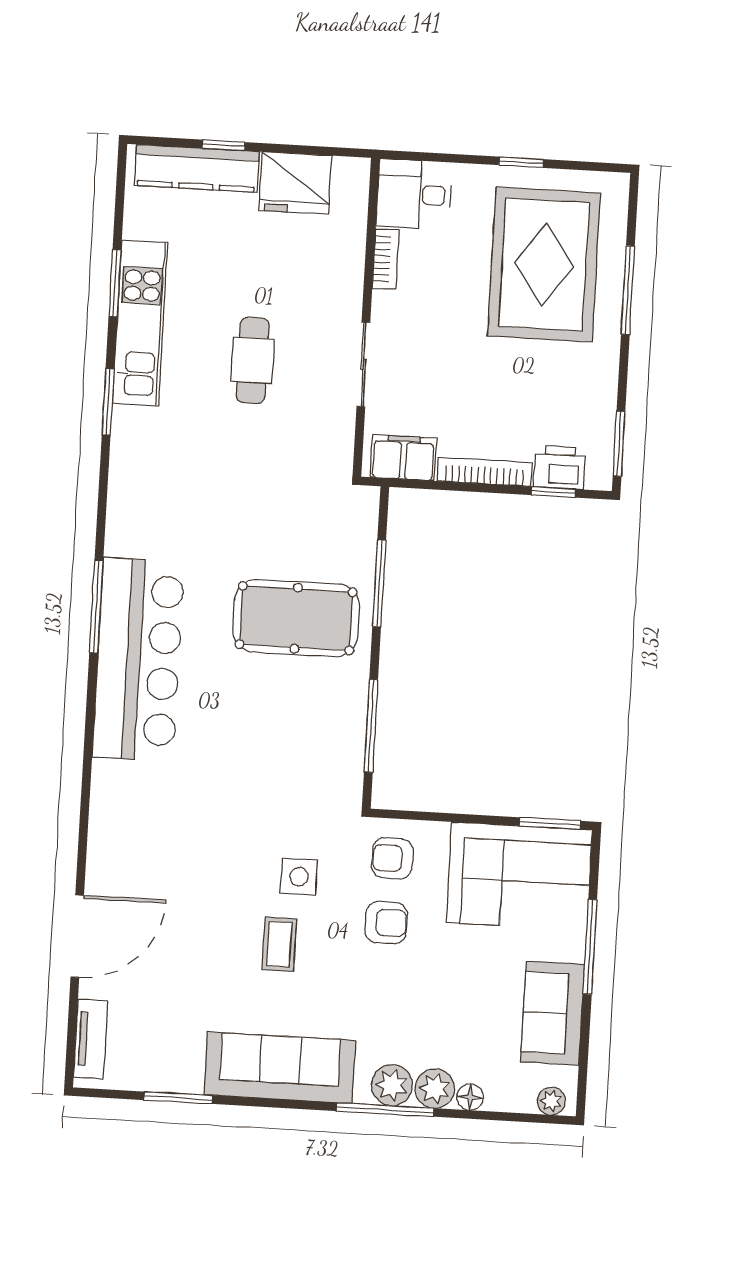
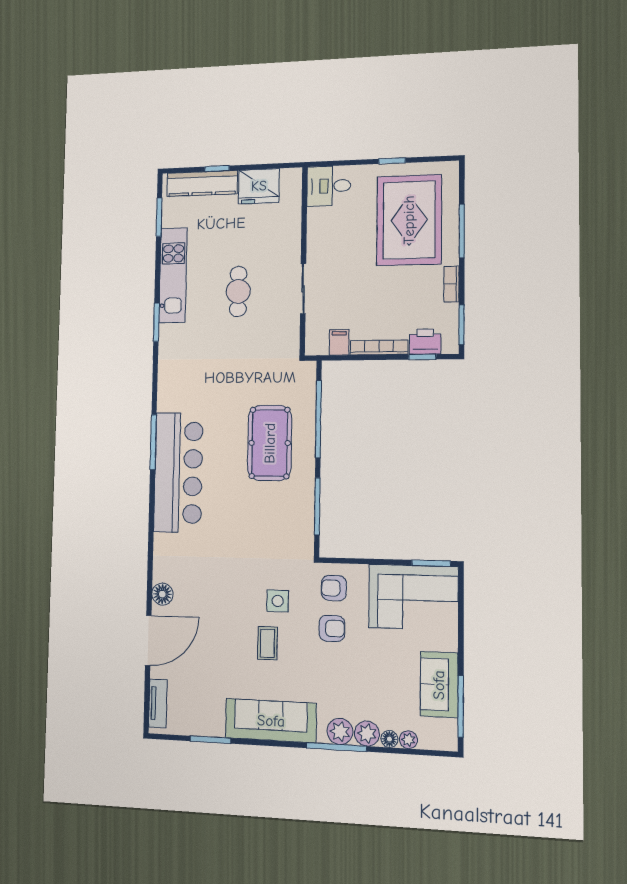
bookcase: (386, 259) -> (452, 284), moved, turned 180
window: (115, 283) -> (159, 217), moved
filing cabinet: (403, 458) -> (339, 342), width x0.50
window: (379, 583) -> (318, 419), width x1.46
pool table: (296, 618) -> (270, 443), turned 90
floor lamp: (104, 861) -> (162, 594), added
window: (590, 947) -> (461, 706), moved
plant: (551, 1101) -> (408, 740), moved

